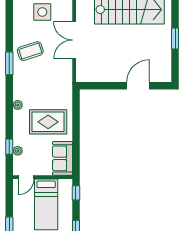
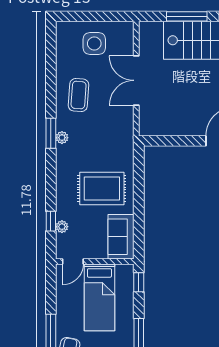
coffee table: (30, 51) -> (79, 95), turned -68
window: (9, 63) -> (51, 133), moved
plant: (18, 105) -> (62, 138), moved

